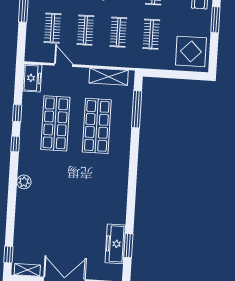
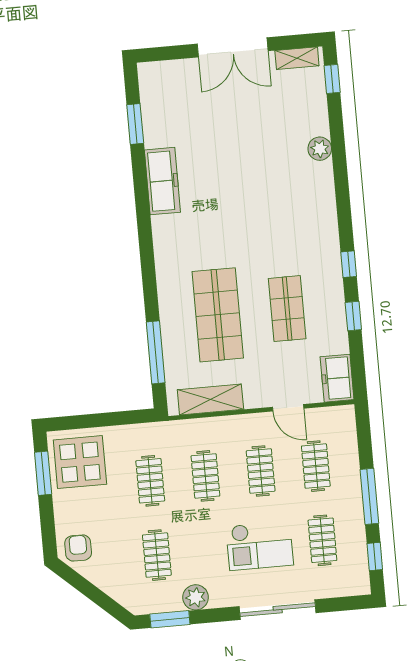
window: (215, 20) -> (43, 473), moved
shop shelf: (55, 123) -> (287, 309), width x0.70, depth x0.74
plant: (24, 182) -> (320, 149), moved
freezer: (115, 244) -> (162, 181), moved

